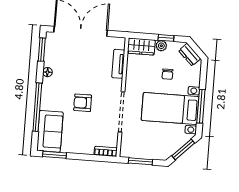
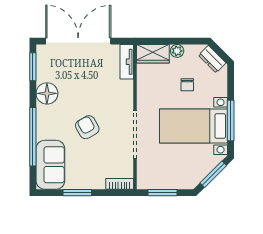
window: (166, 38) -> (182, 41), removed
tv unit: (118, 64) -> (127, 62), moved
floor lamp: (47, 72) -> (47, 93), width x1.89, depth x1.89
armchair: (83, 103) -> (87, 127), turned 61
window: (54, 155) -> (77, 193), moved

